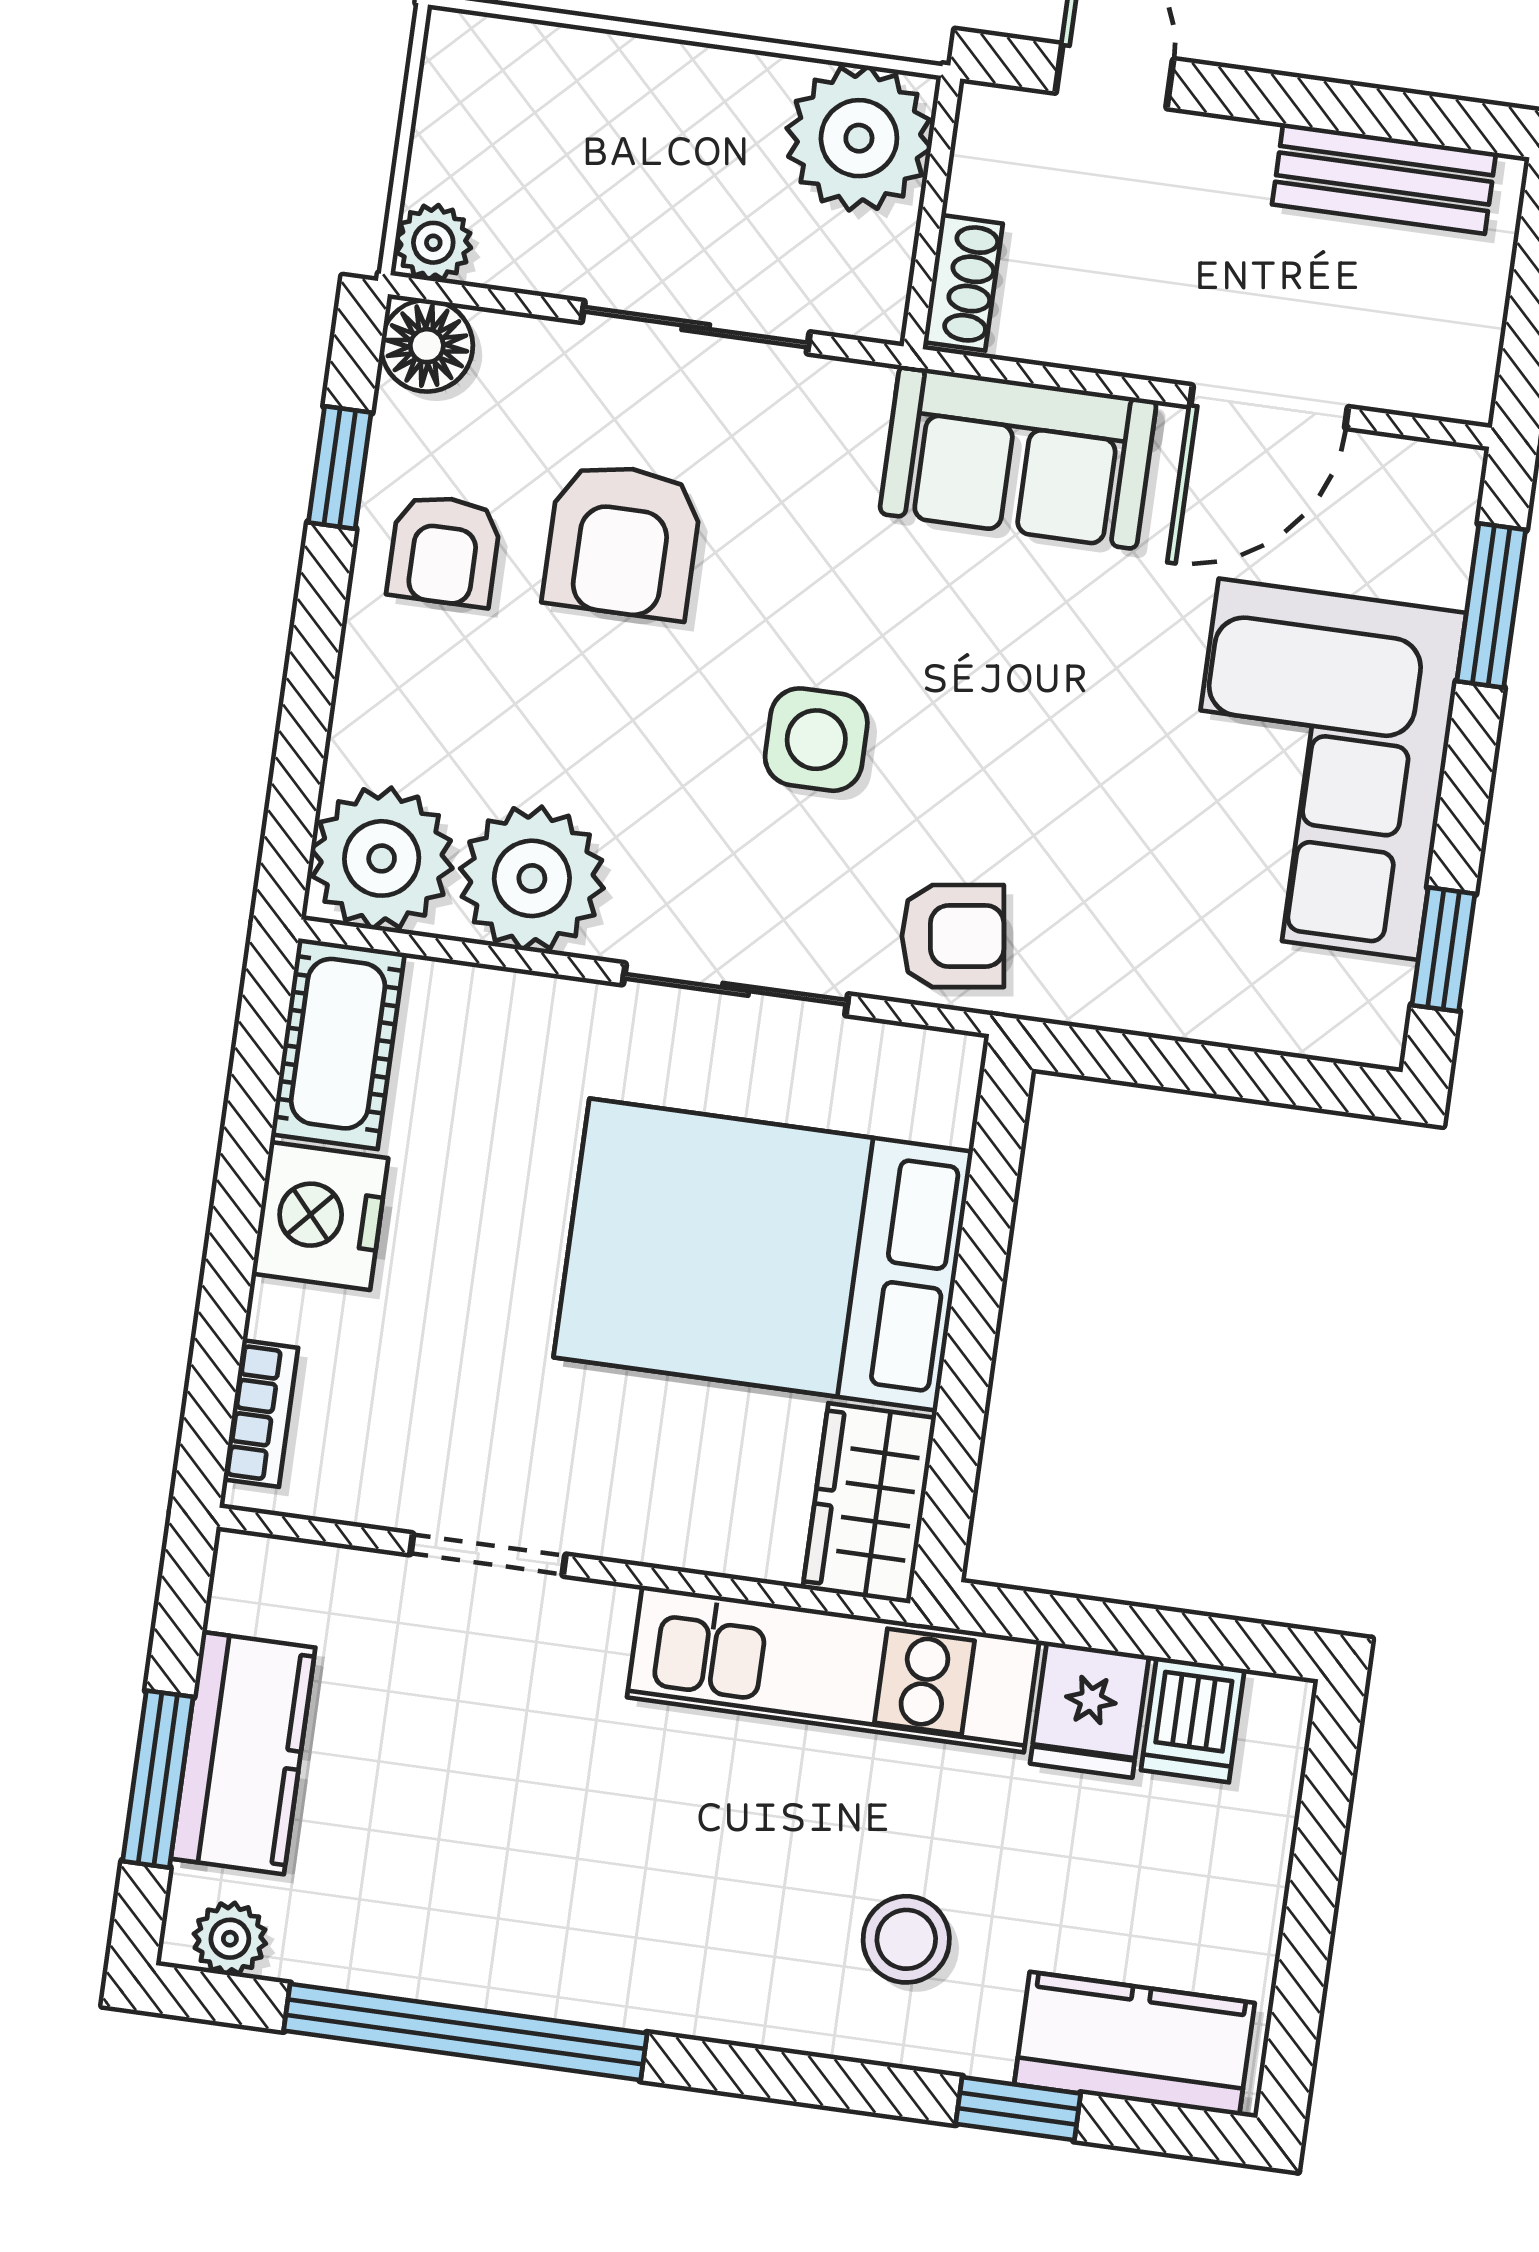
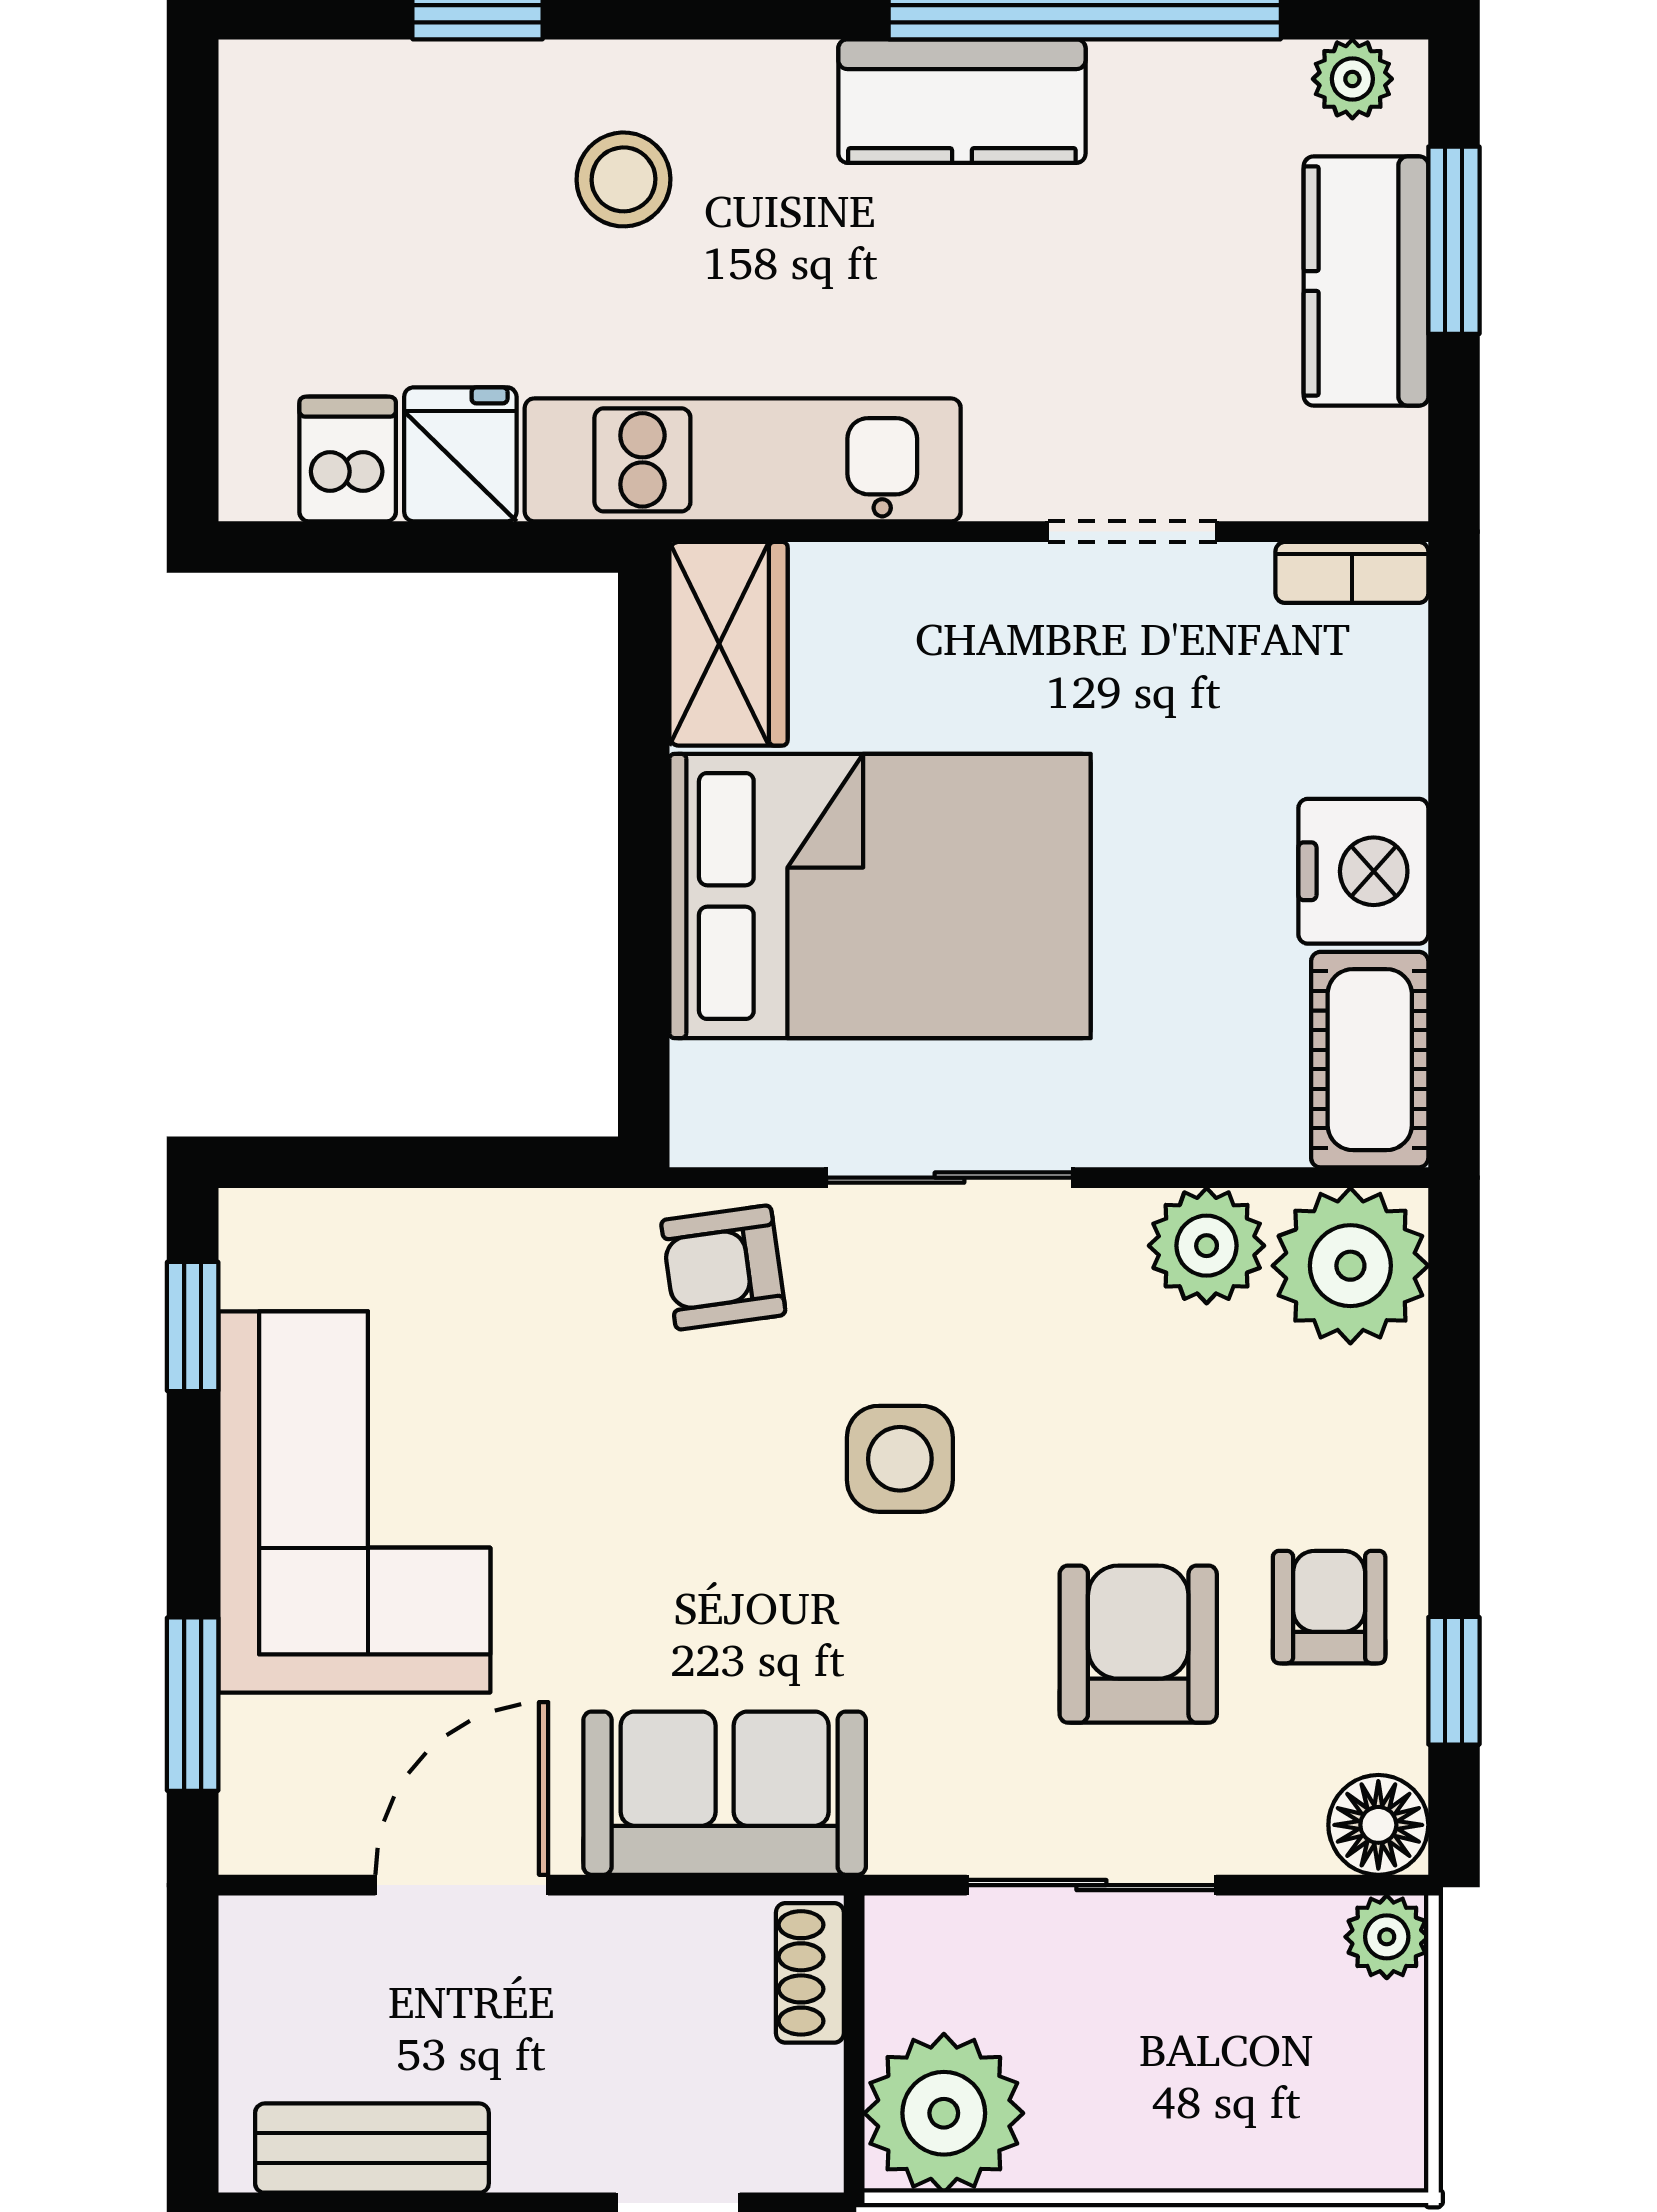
plant: (532, 878) -> (1207, 1246), width x0.73, depth x0.73
bookcase: (261, 1414) -> (1352, 572), moved, turned -90
kitchen counter: (1134, 2044) -> (962, 101), moved

